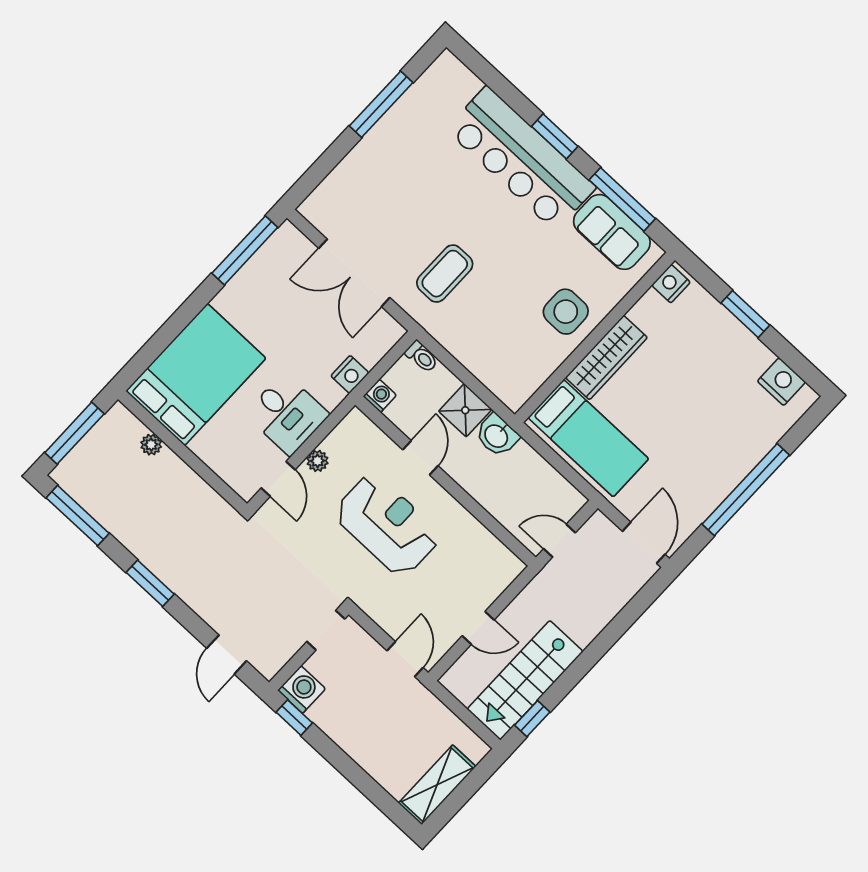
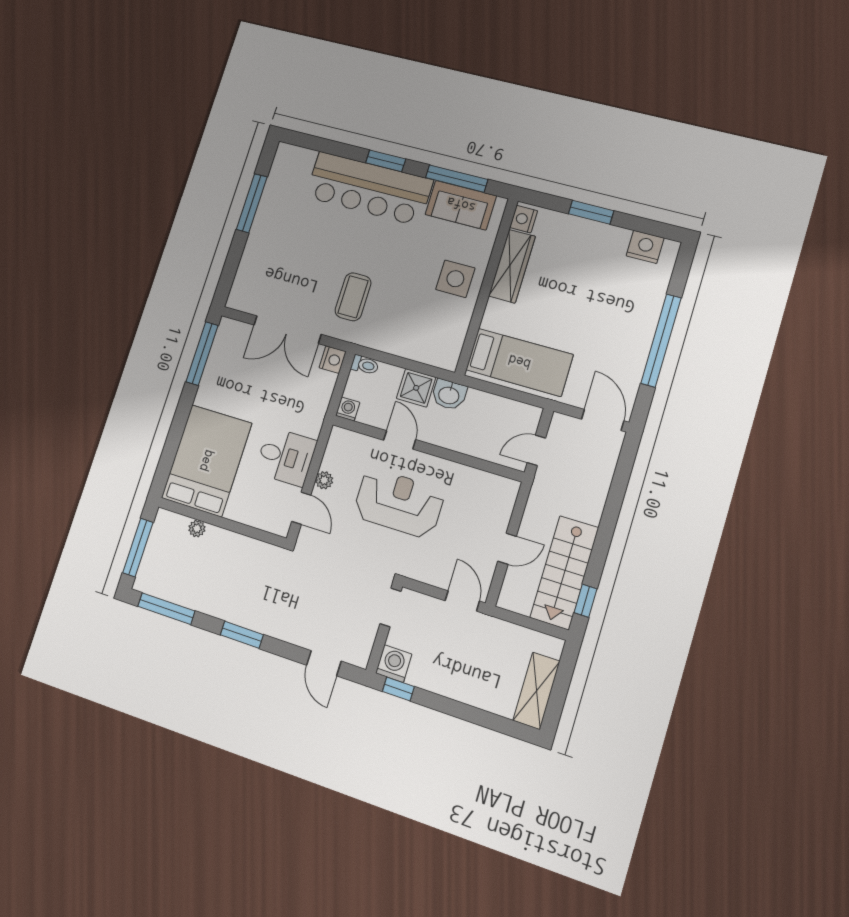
wardrobe: (606, 358) -> (512, 266), moved
nightstand: (350, 374) -> (333, 360), moved

